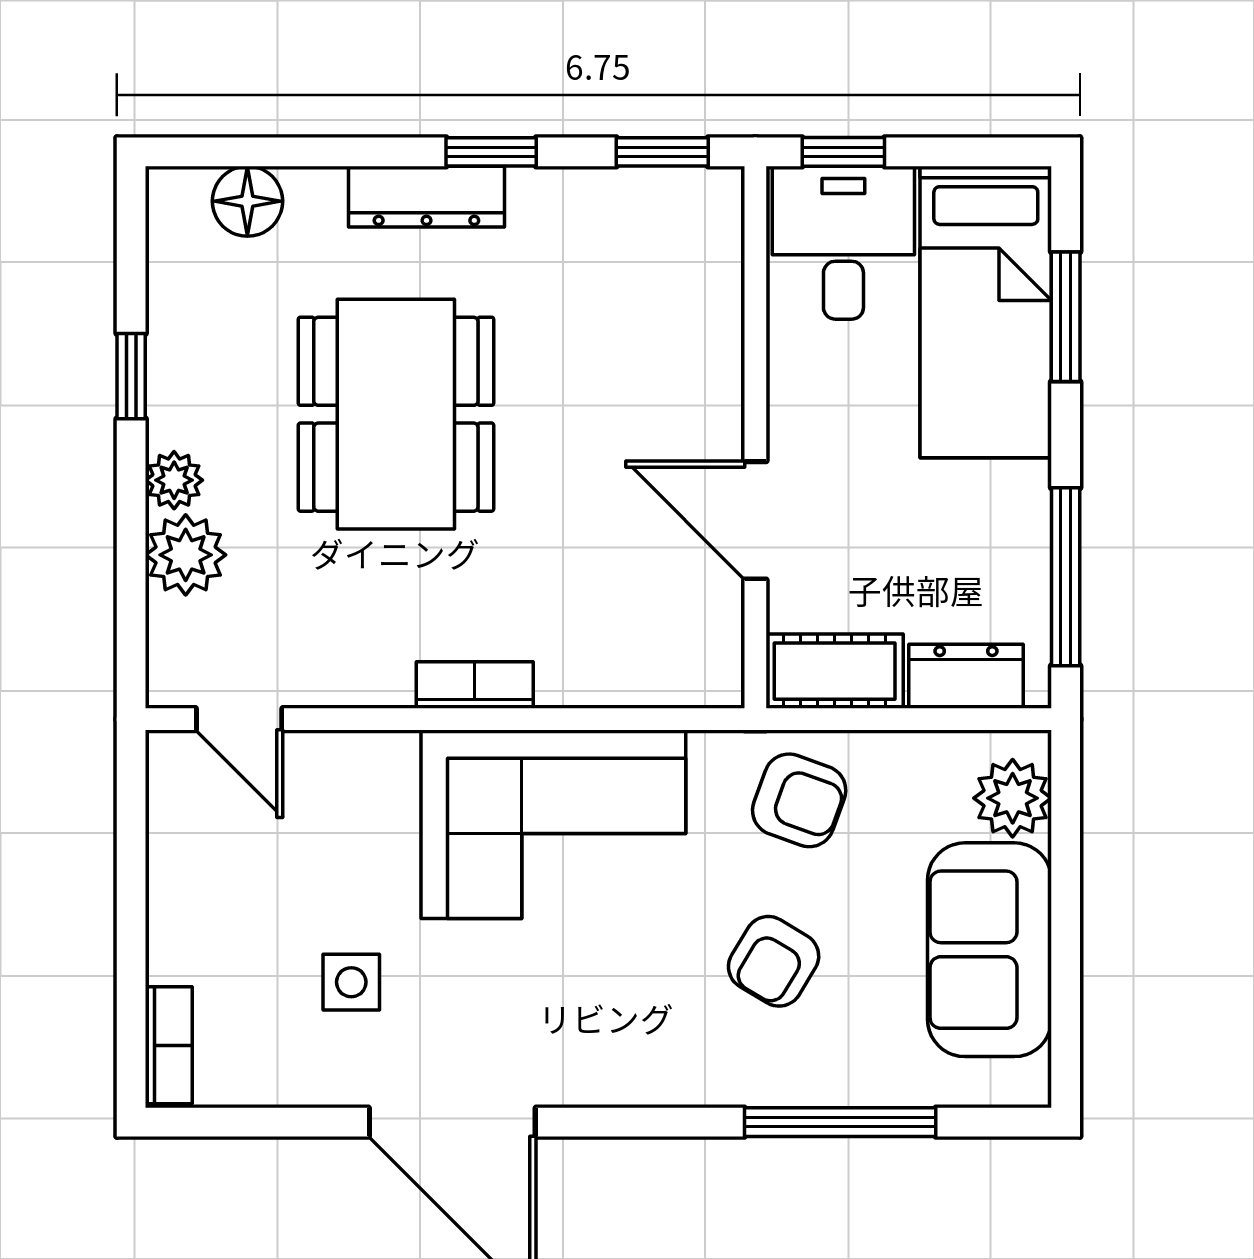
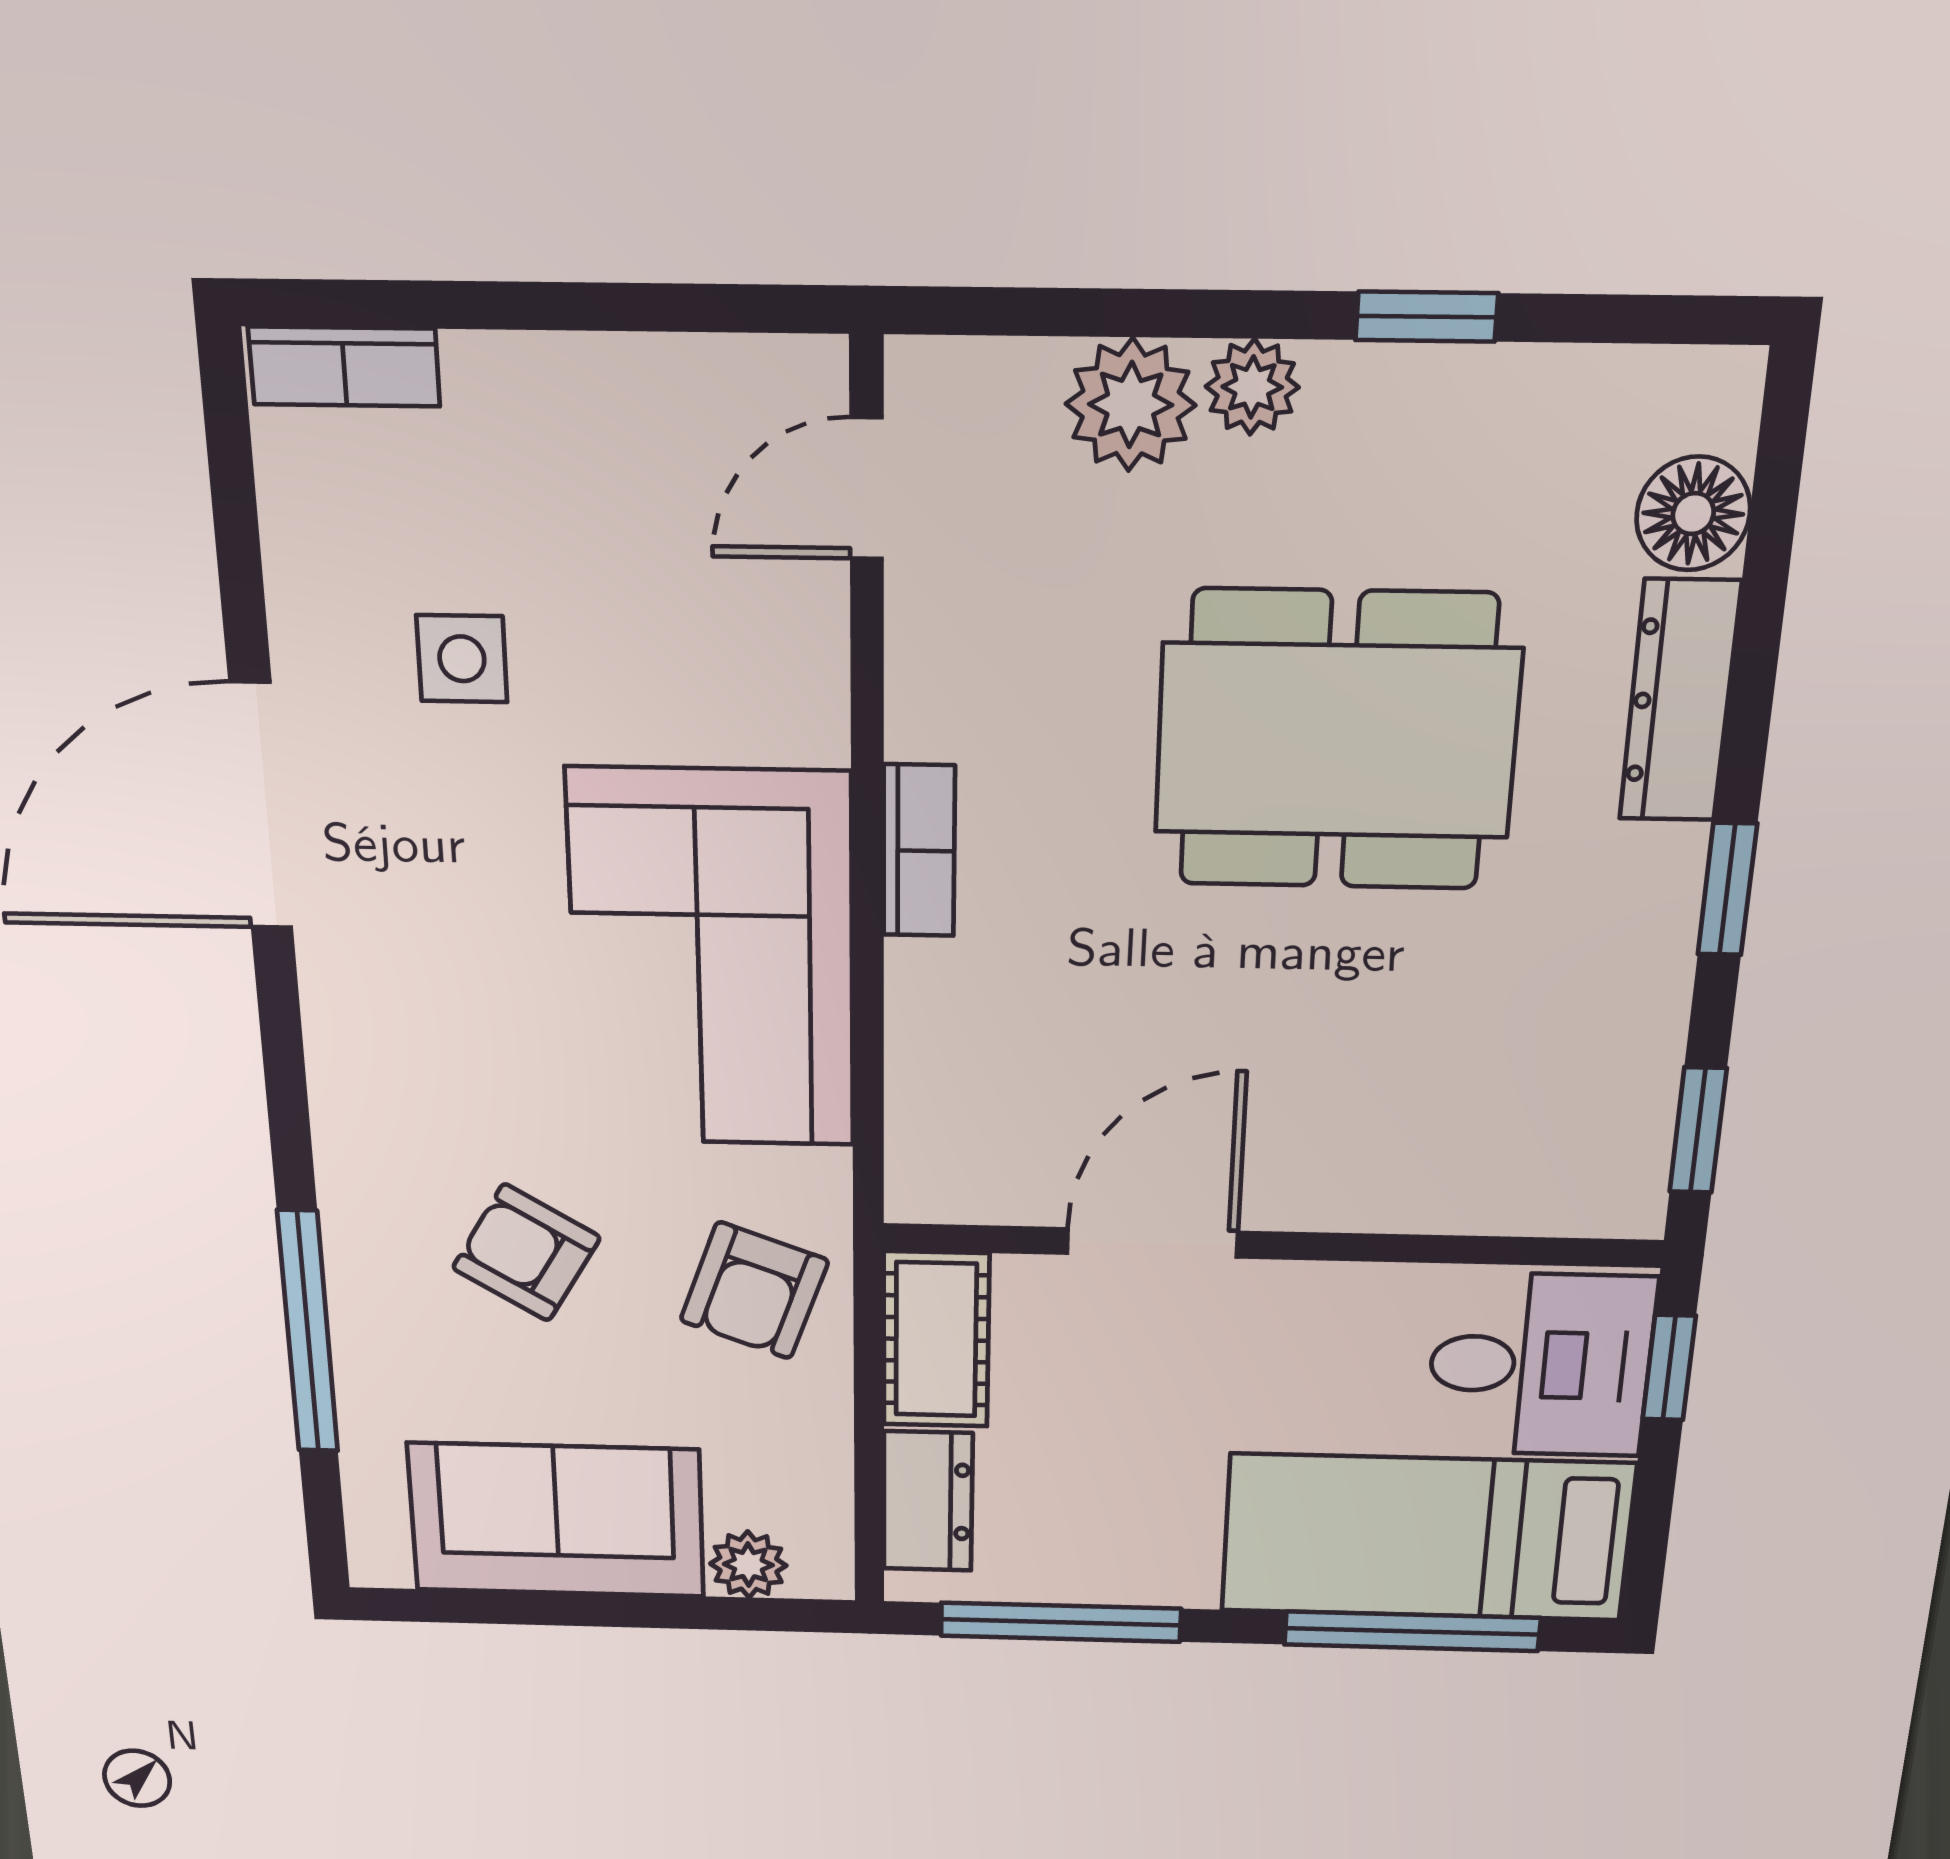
dresser: (426, 197) -> (1680, 701), moved
window: (1066, 317) -> (1412, 1631), width x1.44
plant: (1013, 798) -> (748, 1565), width x0.73, depth x0.73

